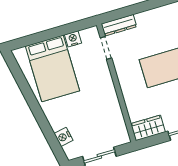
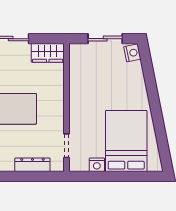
dresser: (119, 25) -> (32, 165), moved
nightstand: (63, 137) -> (132, 53), moved

